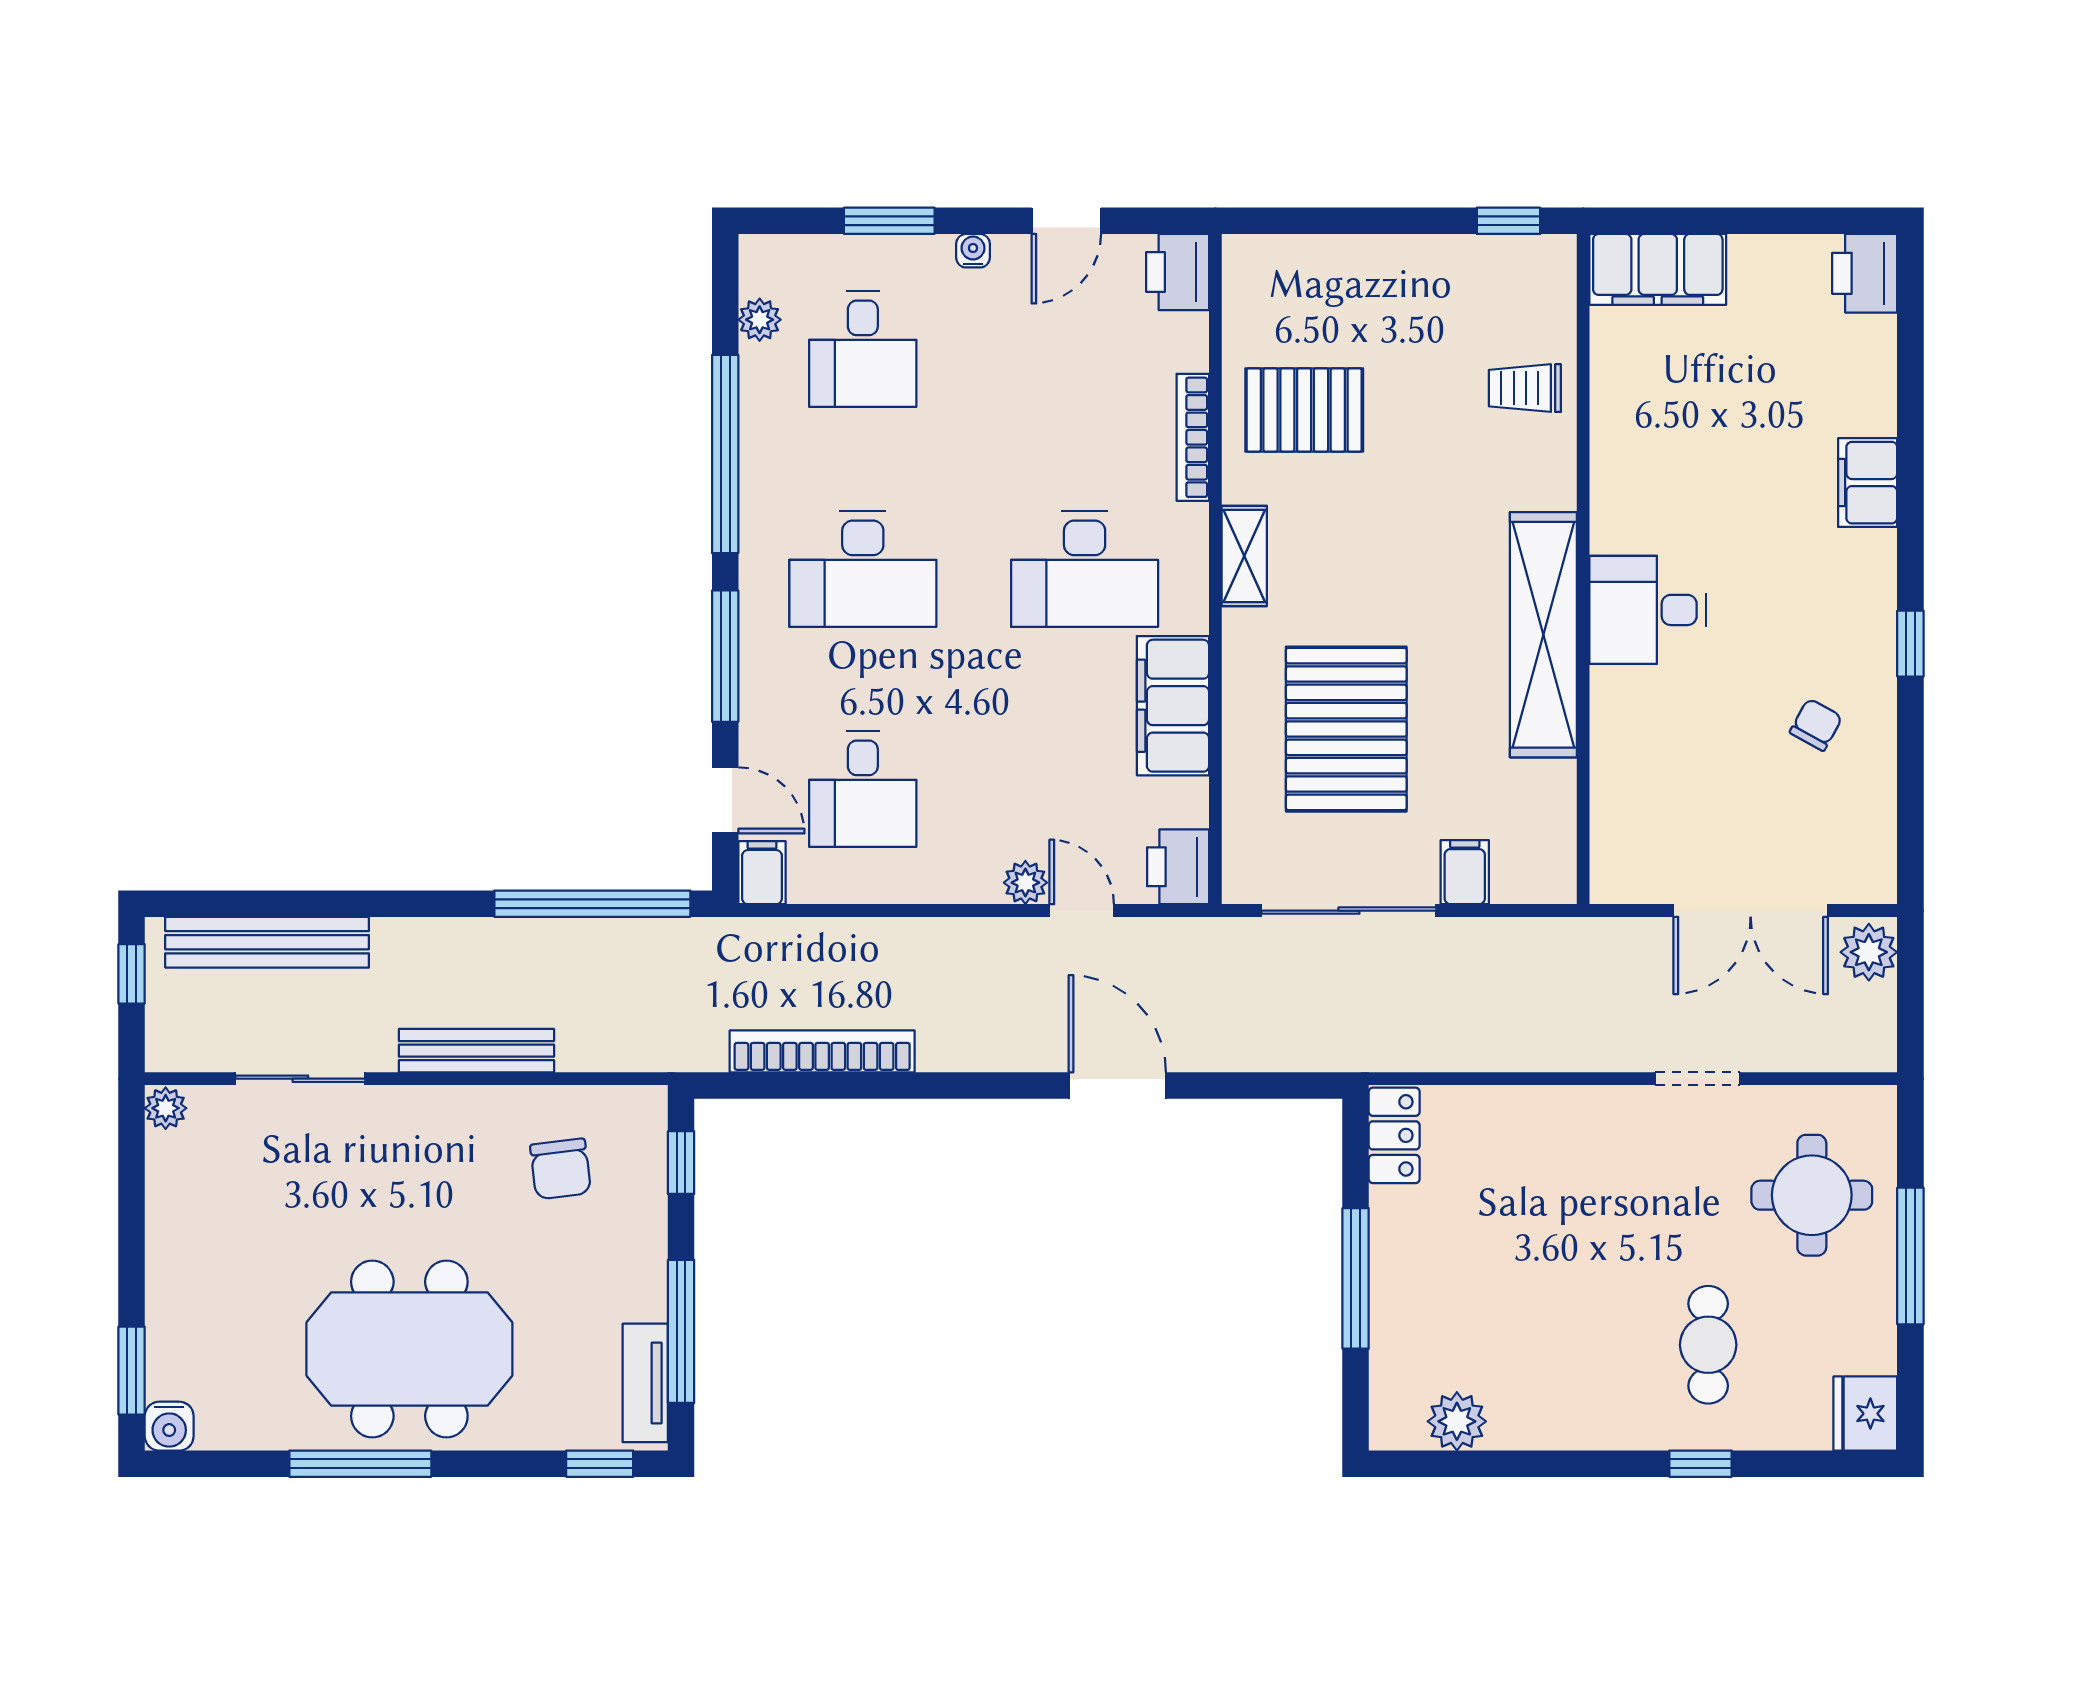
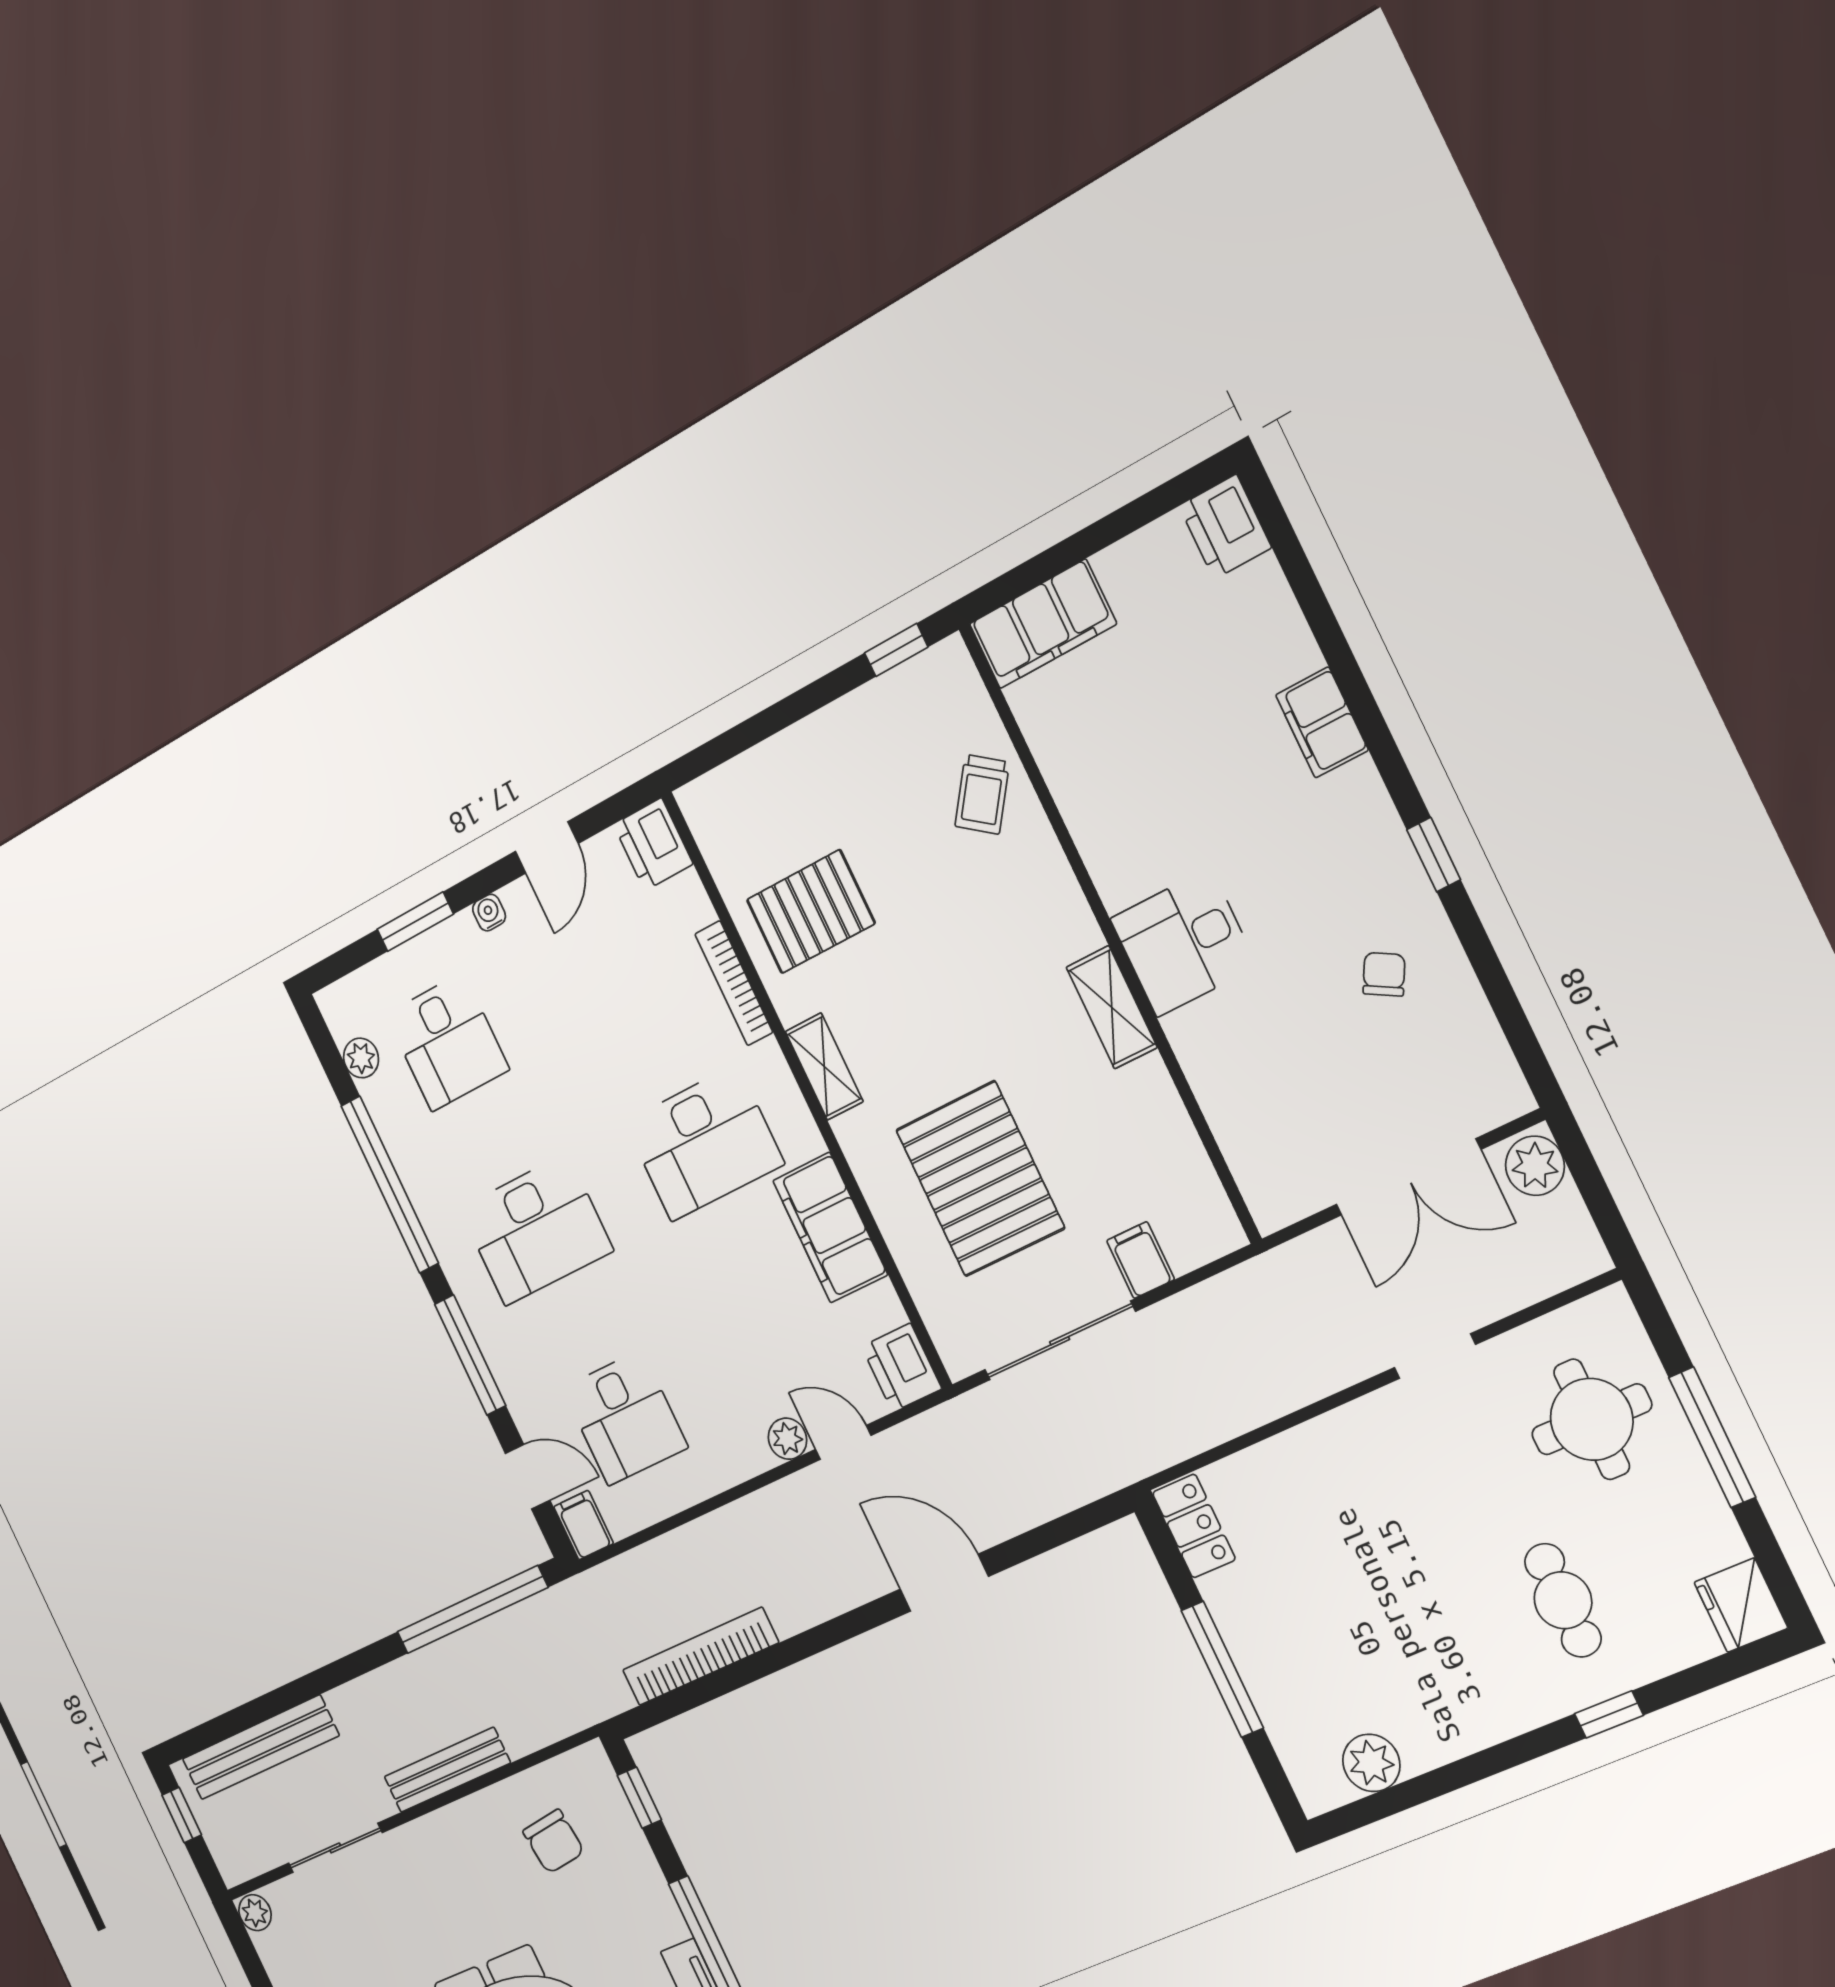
trolley: (1525, 388) -> (982, 794), turned -54
shelving: (1543, 635) -> (1112, 1007), width x0.45, depth x0.75

